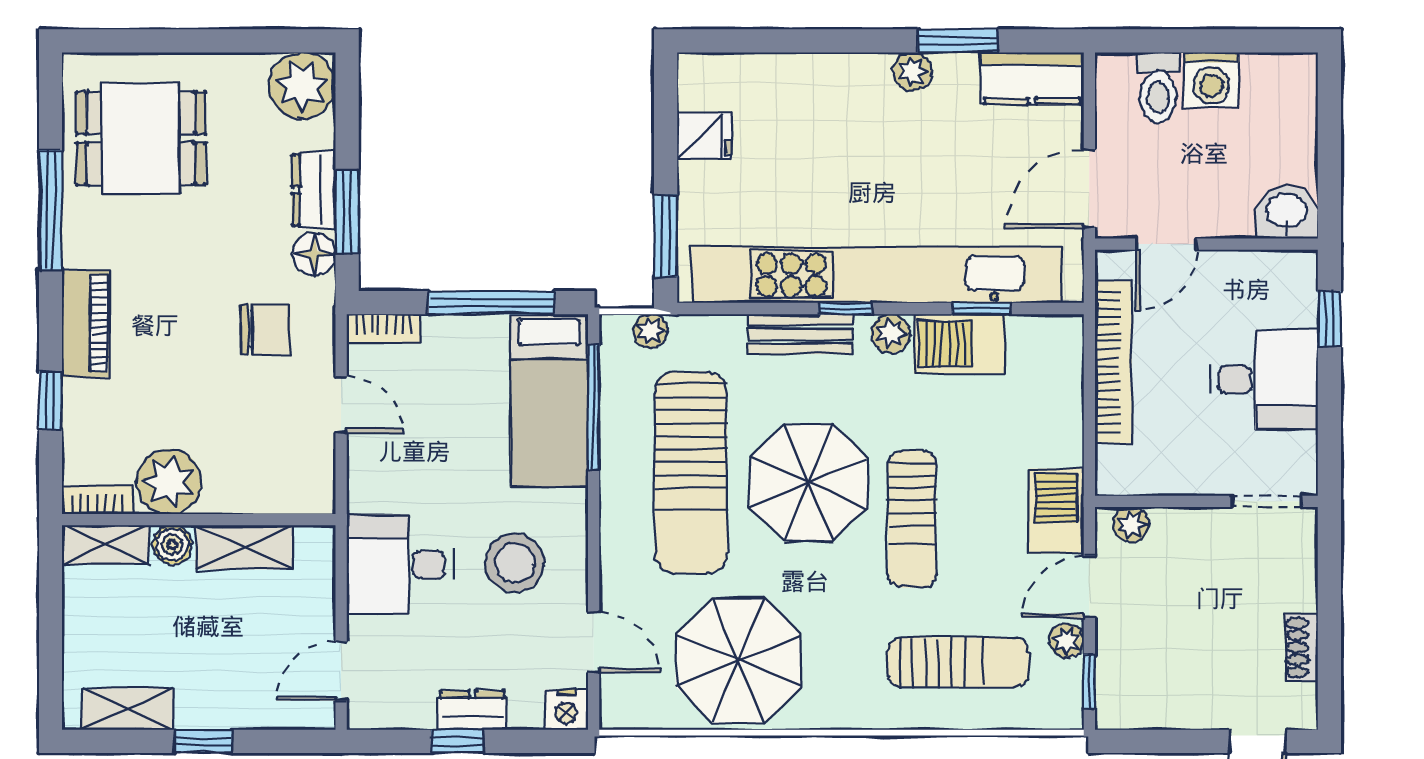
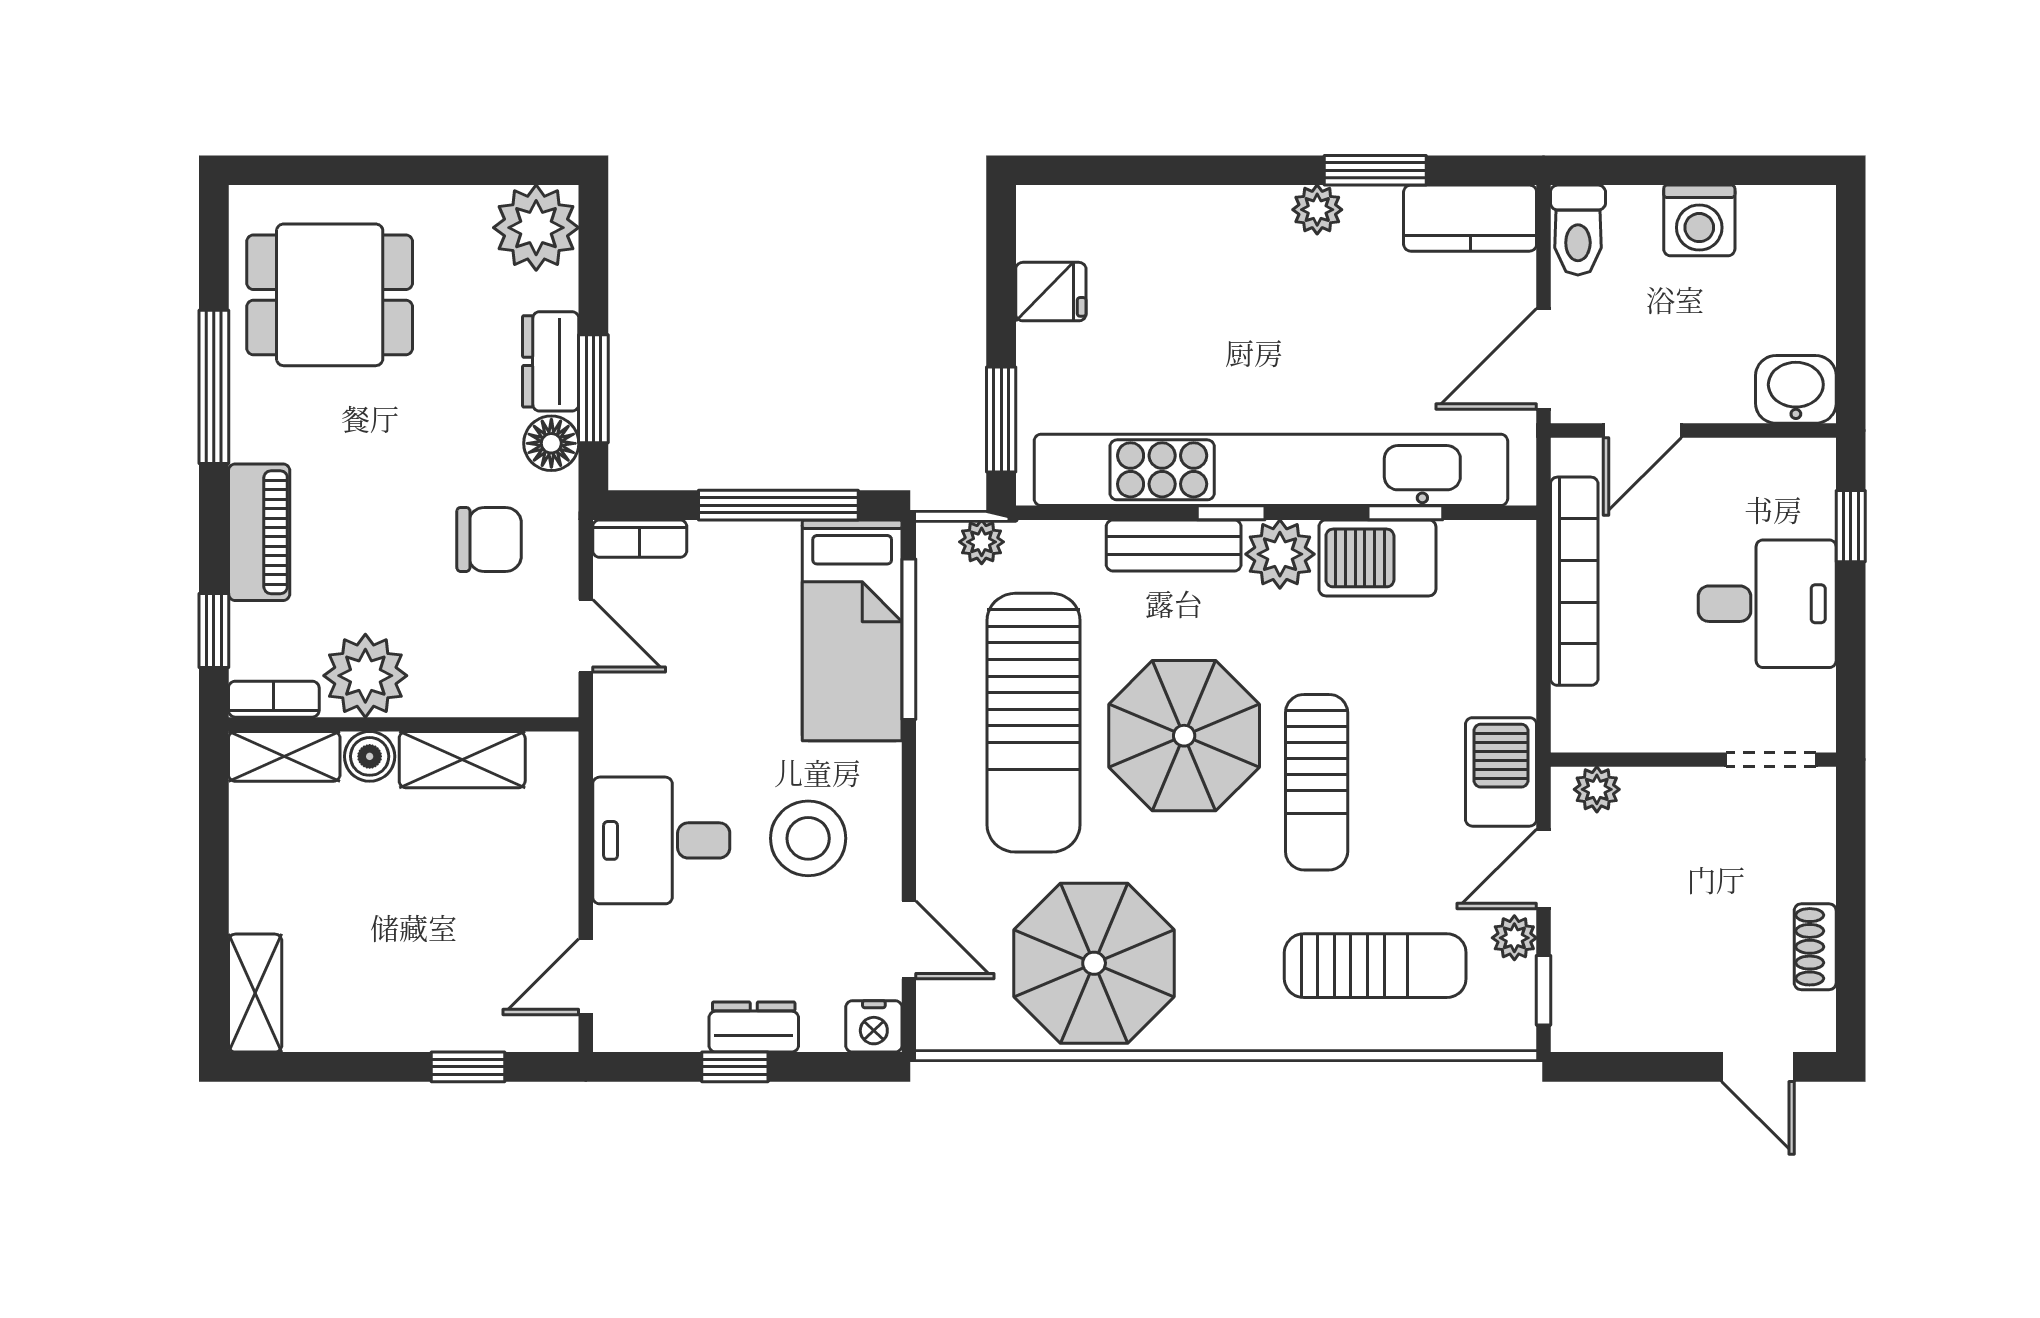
toilet: (1158, 88) -> (1578, 230), moved
plant: (891, 334) -> (1280, 554), width x1.38, depth x1.38
plant: (169, 482) -> (365, 676), moved
bookcase: (97, 500) -> (274, 699), moved
wall: (199, 520) -> (404, 724), moved
shelving: (105, 545) -> (284, 756), moved
boiler: (172, 545) -> (370, 756), moved
shelving: (245, 547) -> (462, 760), moved
shelving: (127, 709) -> (255, 993), moved, turned 90
window: (203, 741) -> (468, 1067), moved

